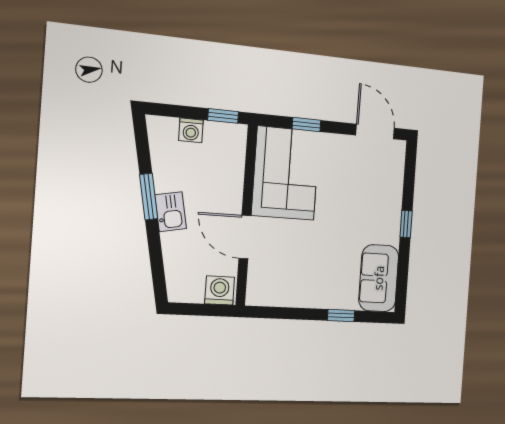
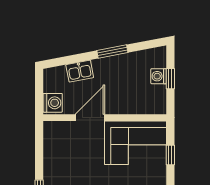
window: (223, 116) -> (170, 79), moved
kitchen sink: (171, 212) -> (80, 71), moved

